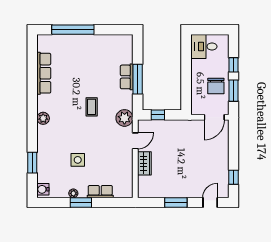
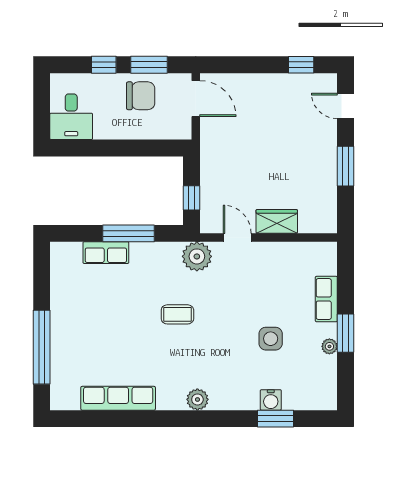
row of seats: (127, 77) -> (106, 253), moved
water cooler: (43, 189) -> (271, 400), moved

